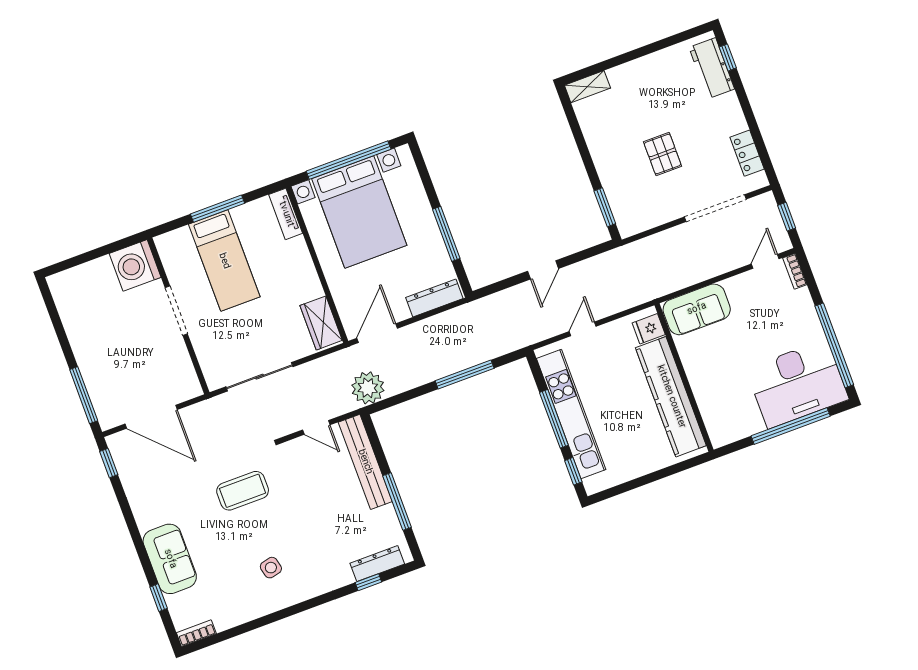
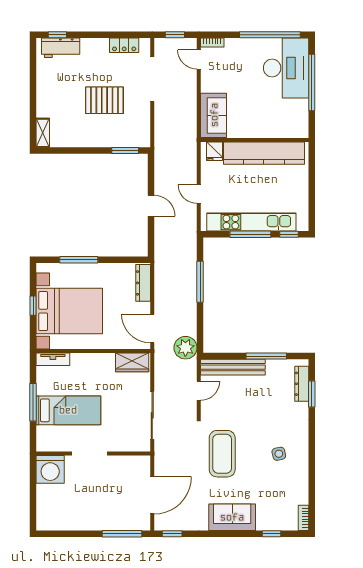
pallet: (663, 154) -> (104, 100), width x1.50, depth x1.42
window: (349, 160) -> (33, 306), width x0.32
window: (446, 234) -> (79, 260), moved
coffee table: (243, 491) -> (222, 454), width x1.36, depth x1.32
sofa: (170, 559) -> (232, 517), moved
window: (368, 582) -> (312, 394), width x1.50

